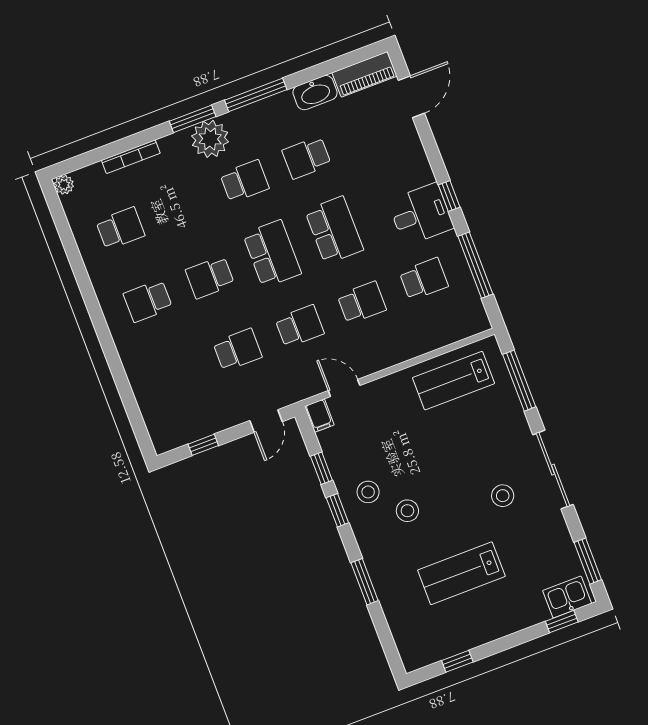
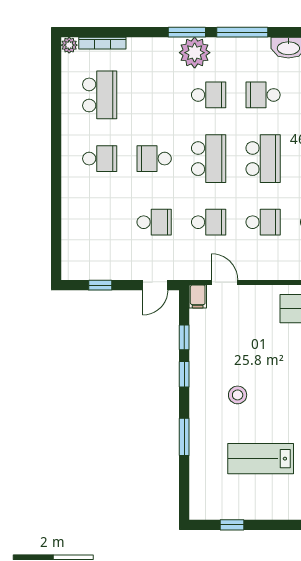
bookcase: (131, 157) -> (102, 43), moved
school desk: (120, 228) -> (100, 95), width x1.85
school desk: (148, 301) -> (100, 159), turned 180
stool: (368, 492) -> (213, 369), removed

